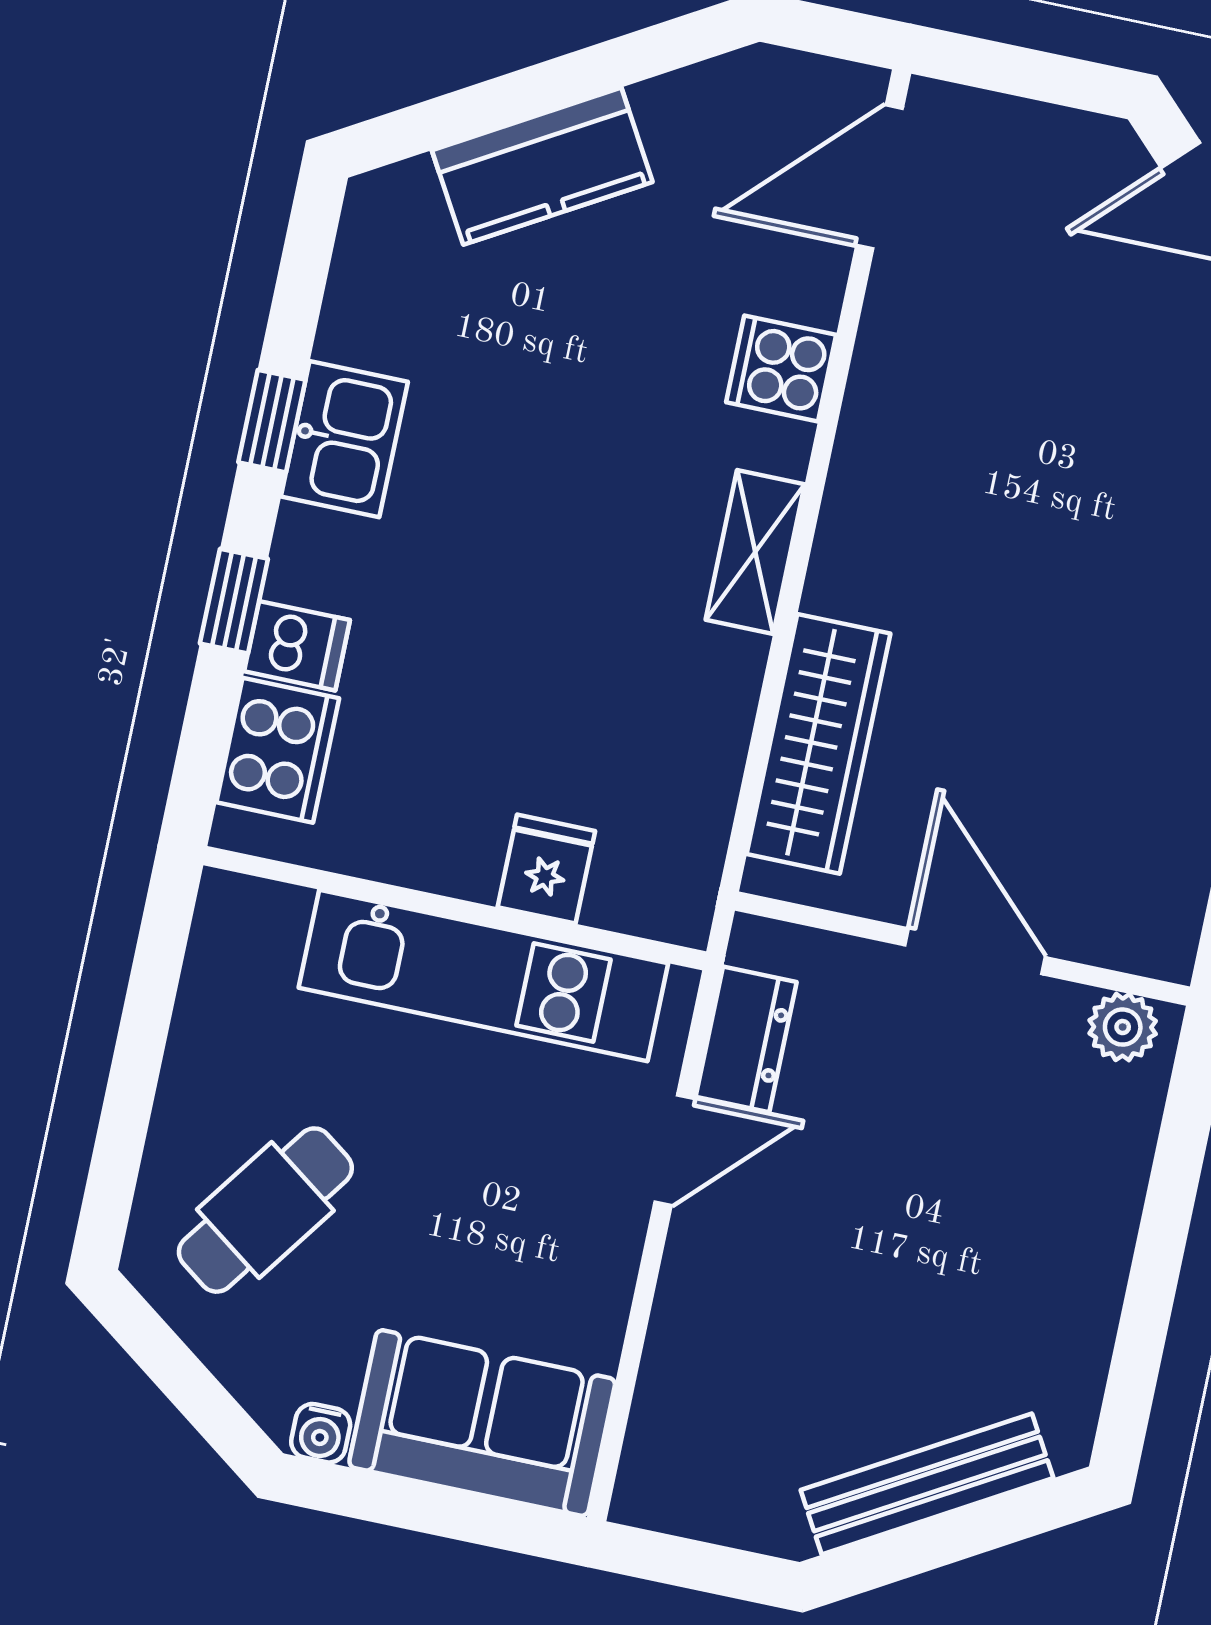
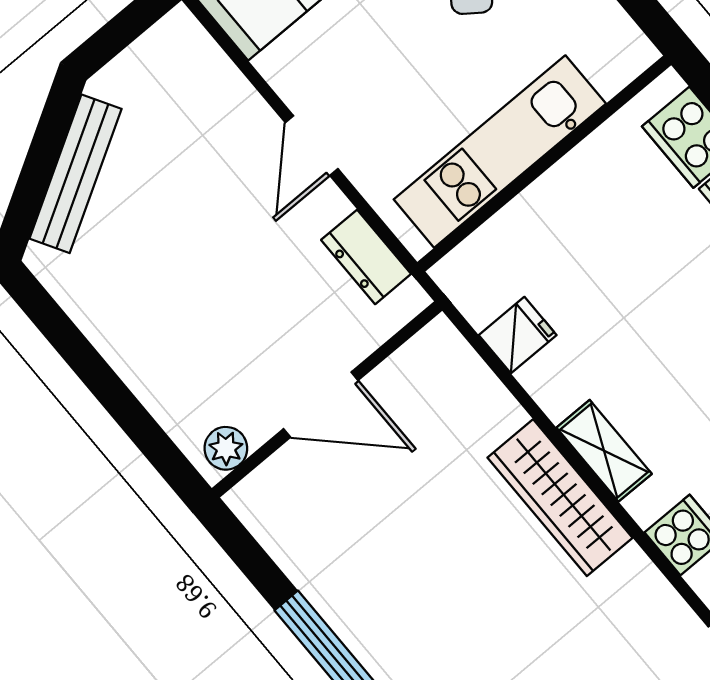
wardrobe: (819, 744) -> (560, 498), moved
fridge: (546, 869) -> (518, 335), moved, turned -90
door: (674, 1150) -> (312, 146), moved

